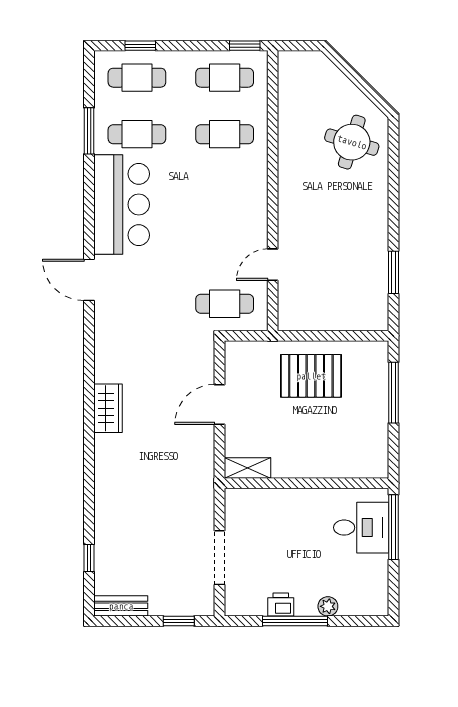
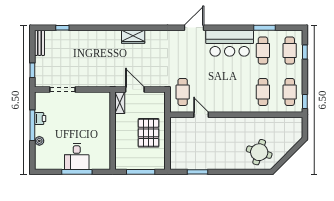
shelving: (247, 468) -> (120, 103), moved
wall: (306, 483) -> (113, 131), moved

